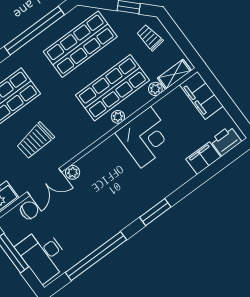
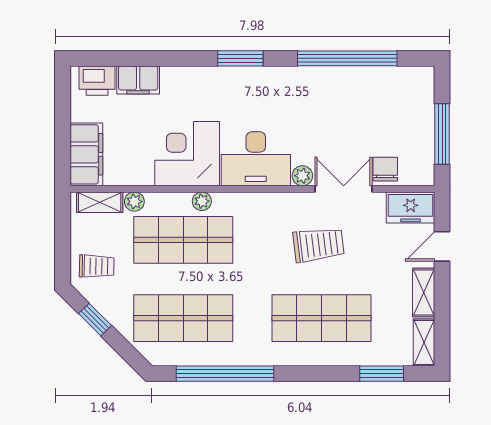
trolley: (150, 37) -> (97, 266), turned -81
chair: (29, 210) -> (385, 169), turned 90
desk: (43, 255) -> (256, 159), moved, turned 90

